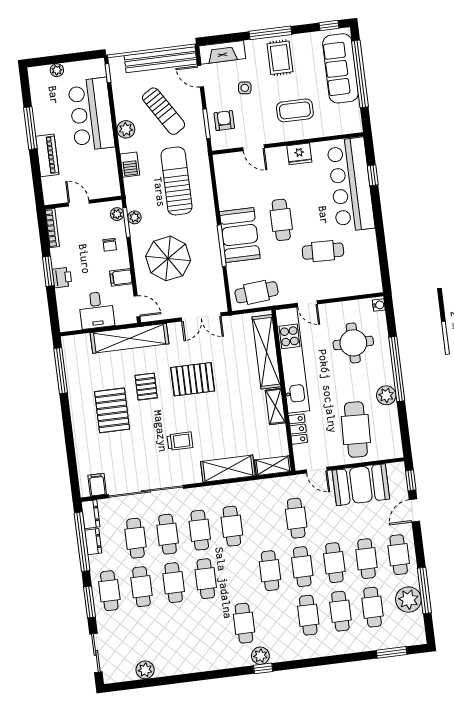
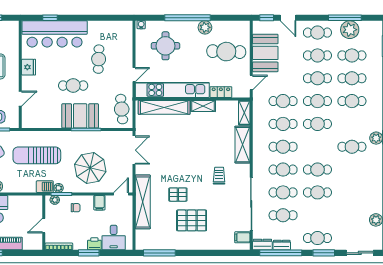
barbecue: (130, 165) -> (45, 187), moved
desk: (96, 310) -> (114, 238), moved, turned 90
pallet: (193, 379) -> (177, 161), removed
cafe table: (141, 587) -> (283, 124), moved

